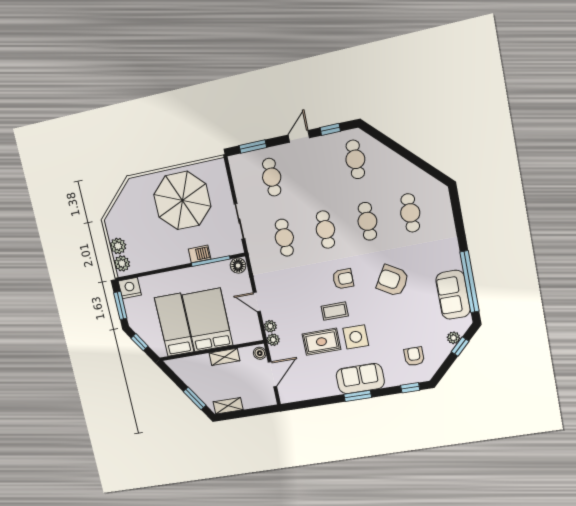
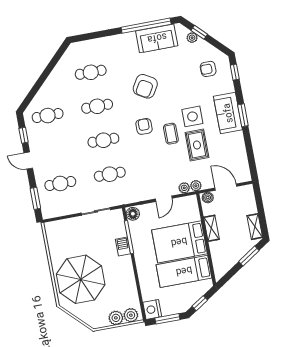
parasol: (182, 201) -> (81, 279), moved

